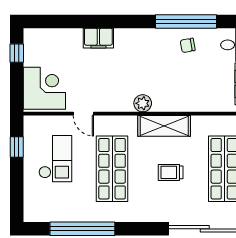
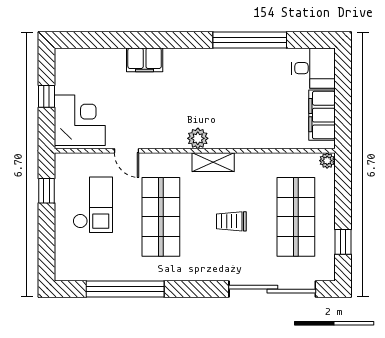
chair: (188, 45) -> (252, 69), removed
window: (17, 53) -> (46, 96), moved
shelving: (164, 126) -> (213, 162), width x0.67, depth x0.75

